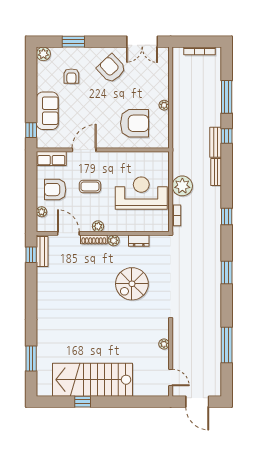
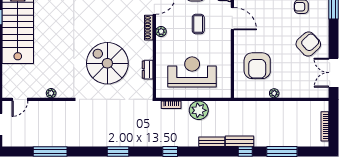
reception desk: (141, 193) -> (192, 72), turned -90
plant: (114, 240) -> (148, 46), removed
spiral stairs: (132, 284) -> (107, 63), width x1.37, depth x1.37

